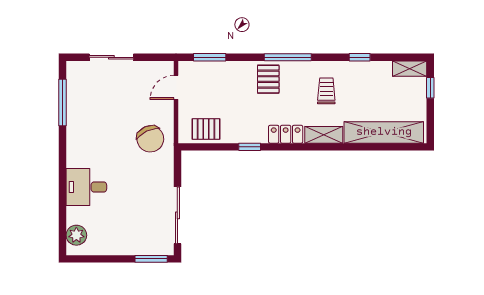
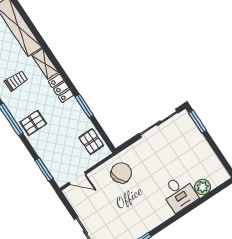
trolley: (326, 91) -> (16, 81), turned 180
window: (250, 147) -> (84, 106), width x1.50
plant: (76, 235) -> (203, 187), moved

